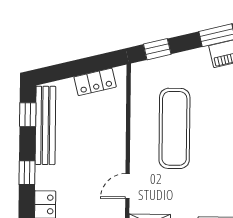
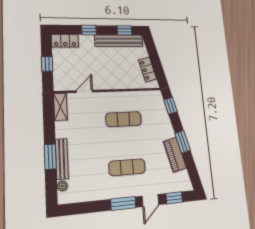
exercise mat: (174, 128) -> (124, 119), width x0.73, depth x0.69
door: (127, 186) -> (84, 91), hinge flipped

